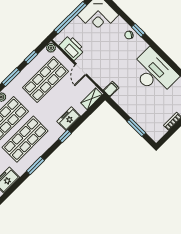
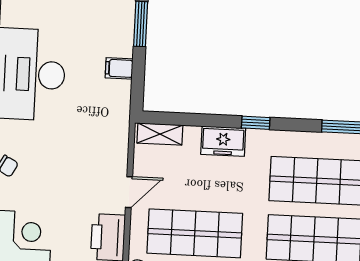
filing cabinet: (111, 89) -> (119, 68), moved

